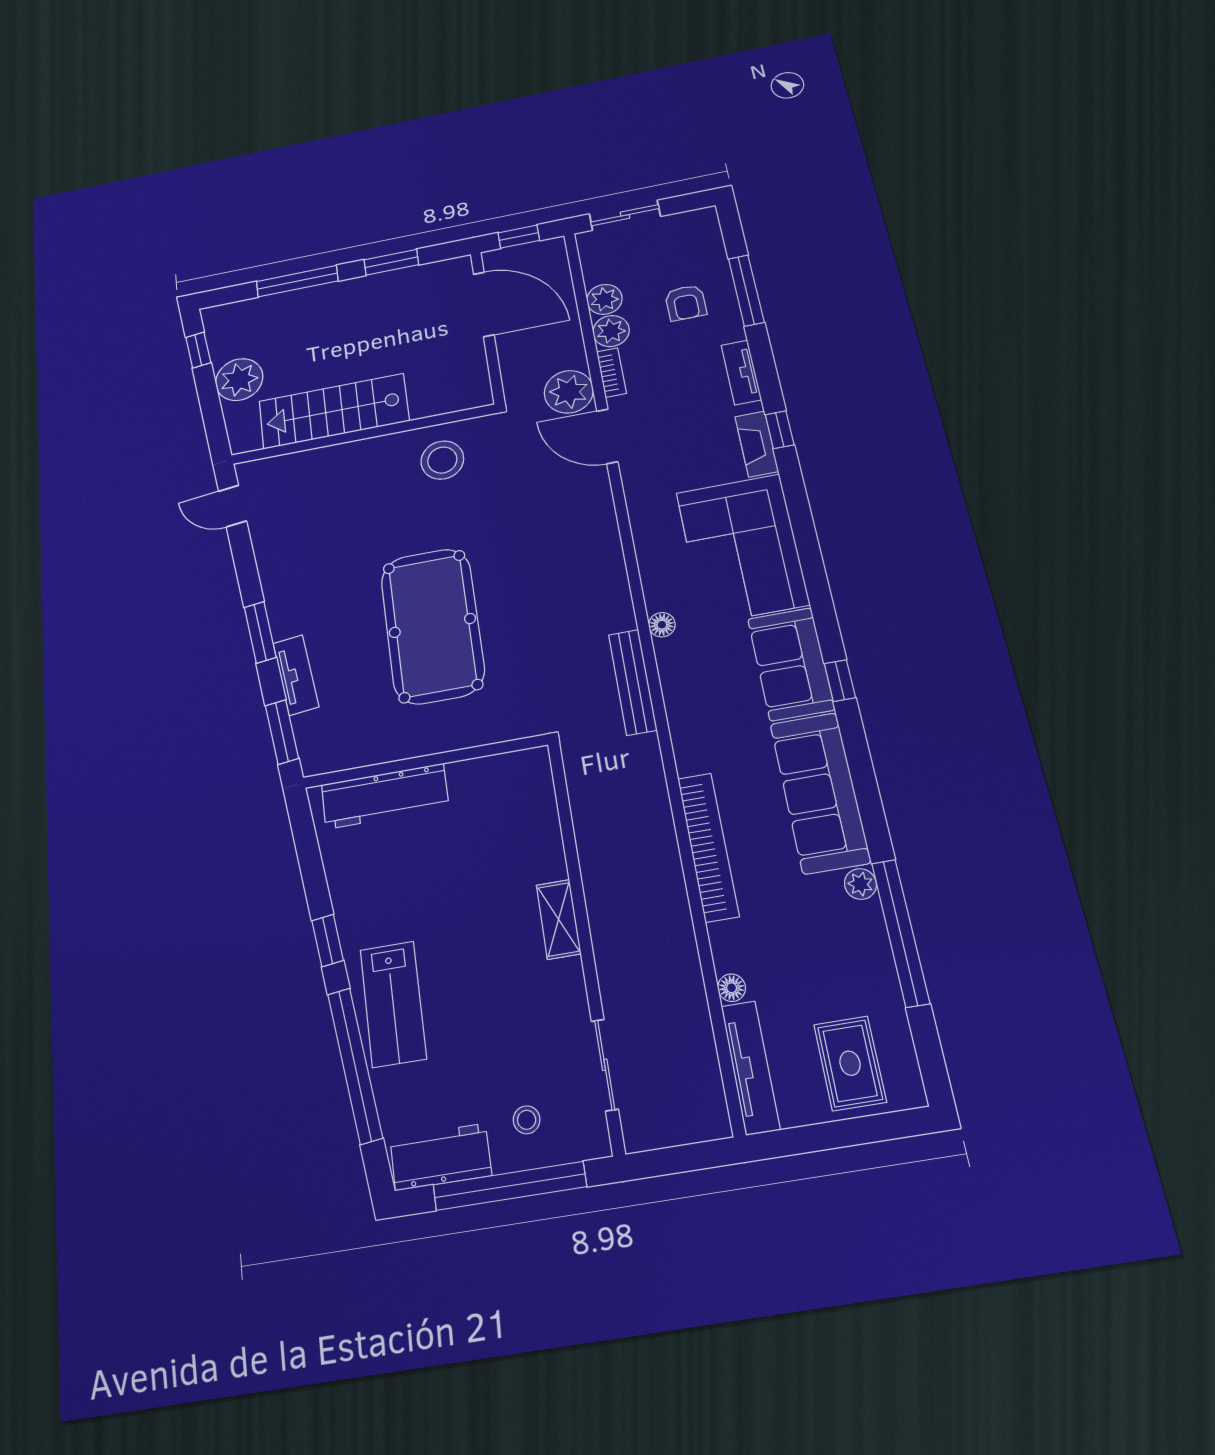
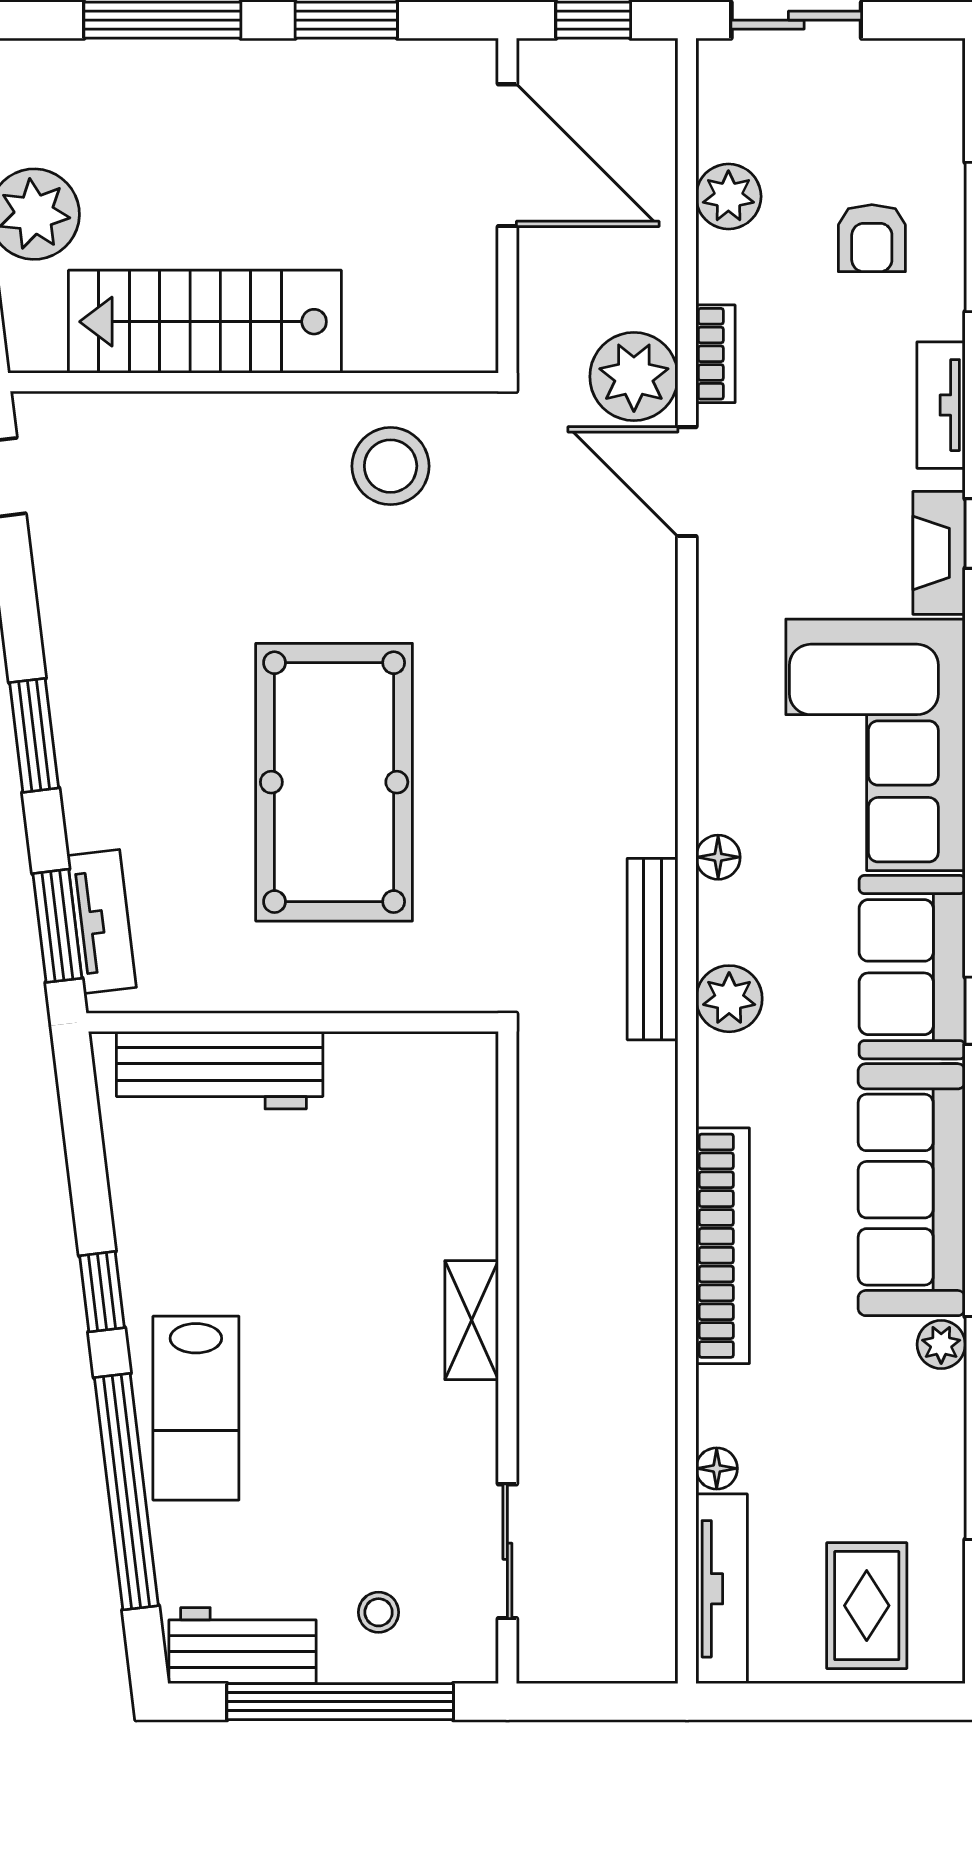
plant: (611, 331) -> (729, 999), moved
tv unit: (296, 675) -> (102, 922), moved

